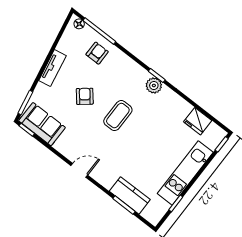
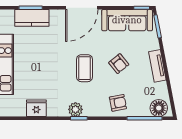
floor lamp: (79, 24) -> (159, 108), width x1.89, depth x1.89
armchair: (97, 53) -> (118, 103), moved, turned -101
fridge: (198, 121) -> (36, 108), moved
sofa: (42, 124) -> (127, 20), width x1.36
door: (79, 170) -> (82, 8), width x1.88

